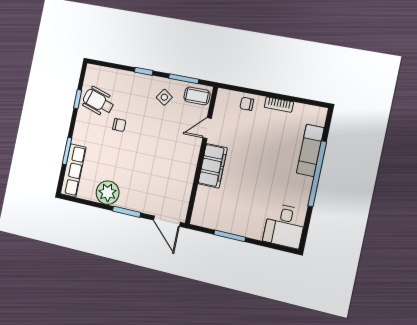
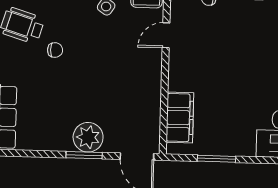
filing cabinet: (213, 166) -> (180, 118), moved
plant: (108, 193) -> (88, 137), moved

